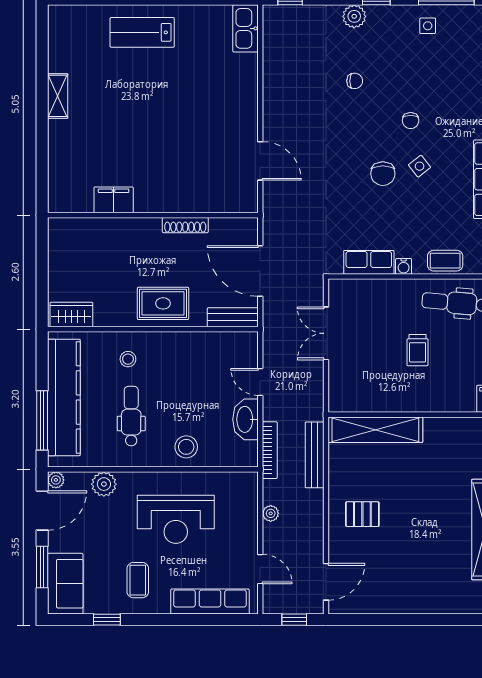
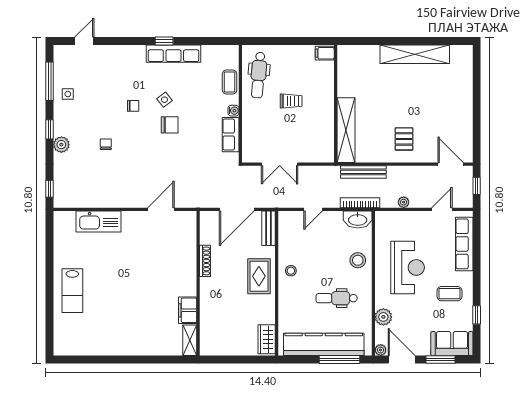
kitchen sink: (246, 28) -> (98, 222), moved, width x1.36, depth x1.24
shelving: (58, 96) -> (190, 340), moved, turned 90
stool: (128, 359) -> (291, 271), moved
washbasin: (245, 419) -> (358, 219), moved

